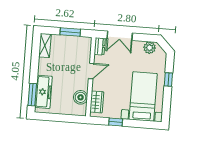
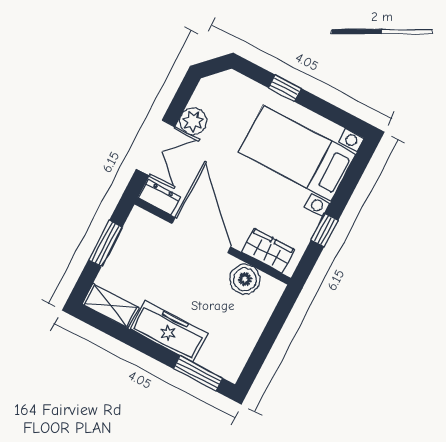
plant: (150, 48) -> (193, 121), moved
door: (91, 71) -> (201, 235), width x1.87
freezer: (44, 92) -> (169, 331), moved

